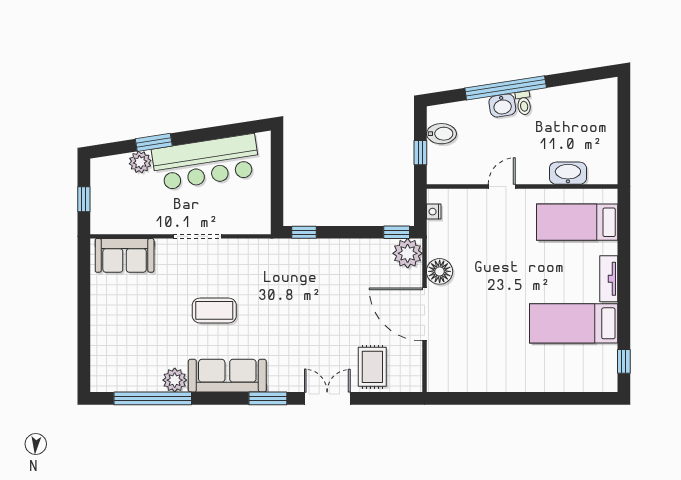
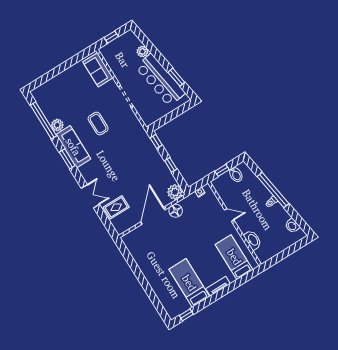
washbasin: (502, 106) -> (292, 226), moved
window: (154, 142) -> (176, 77), moved
window: (397, 232) -> (171, 165), moved
window: (268, 398) -> (67, 159), moved

